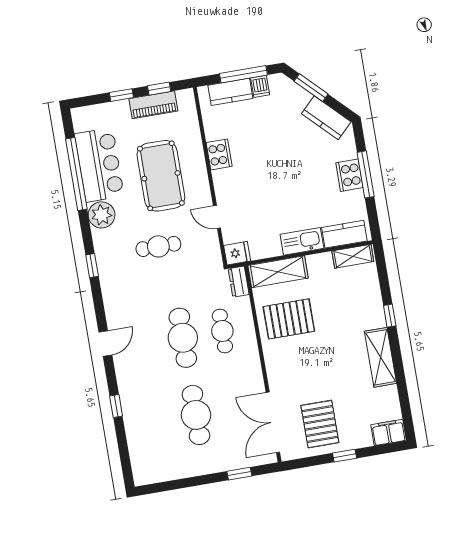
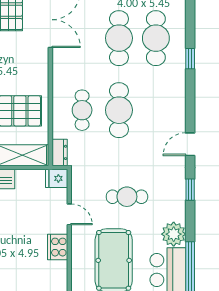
cooker: (219, 154) -> (58, 247), moved
door: (105, 343) -> (190, 144), moved
cafe table: (156, 422) -> (156, 38), added

